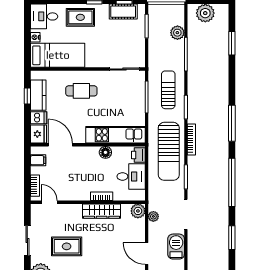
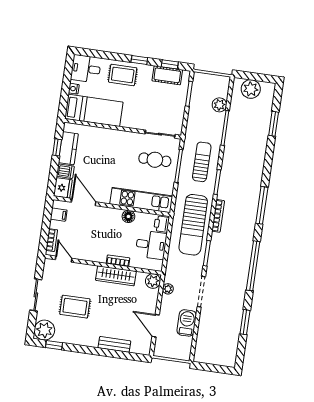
cafe table: (81, 91) -> (155, 160), moved

